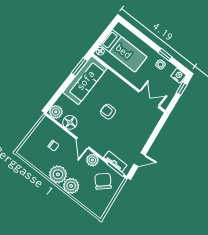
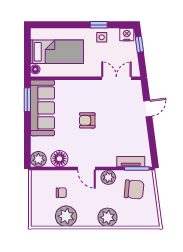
door: (139, 160) -> (148, 109), moved
plant: (58, 174) -> (66, 216), moved
chair: (103, 181) -> (134, 189), turned 138

